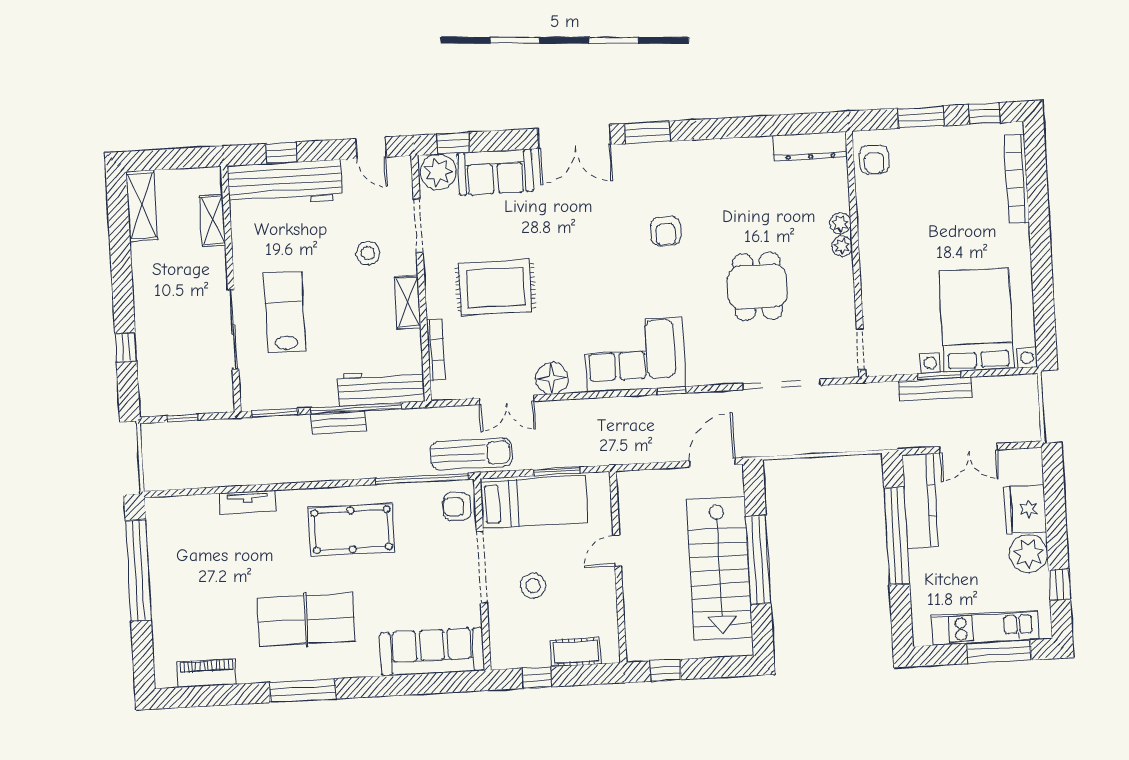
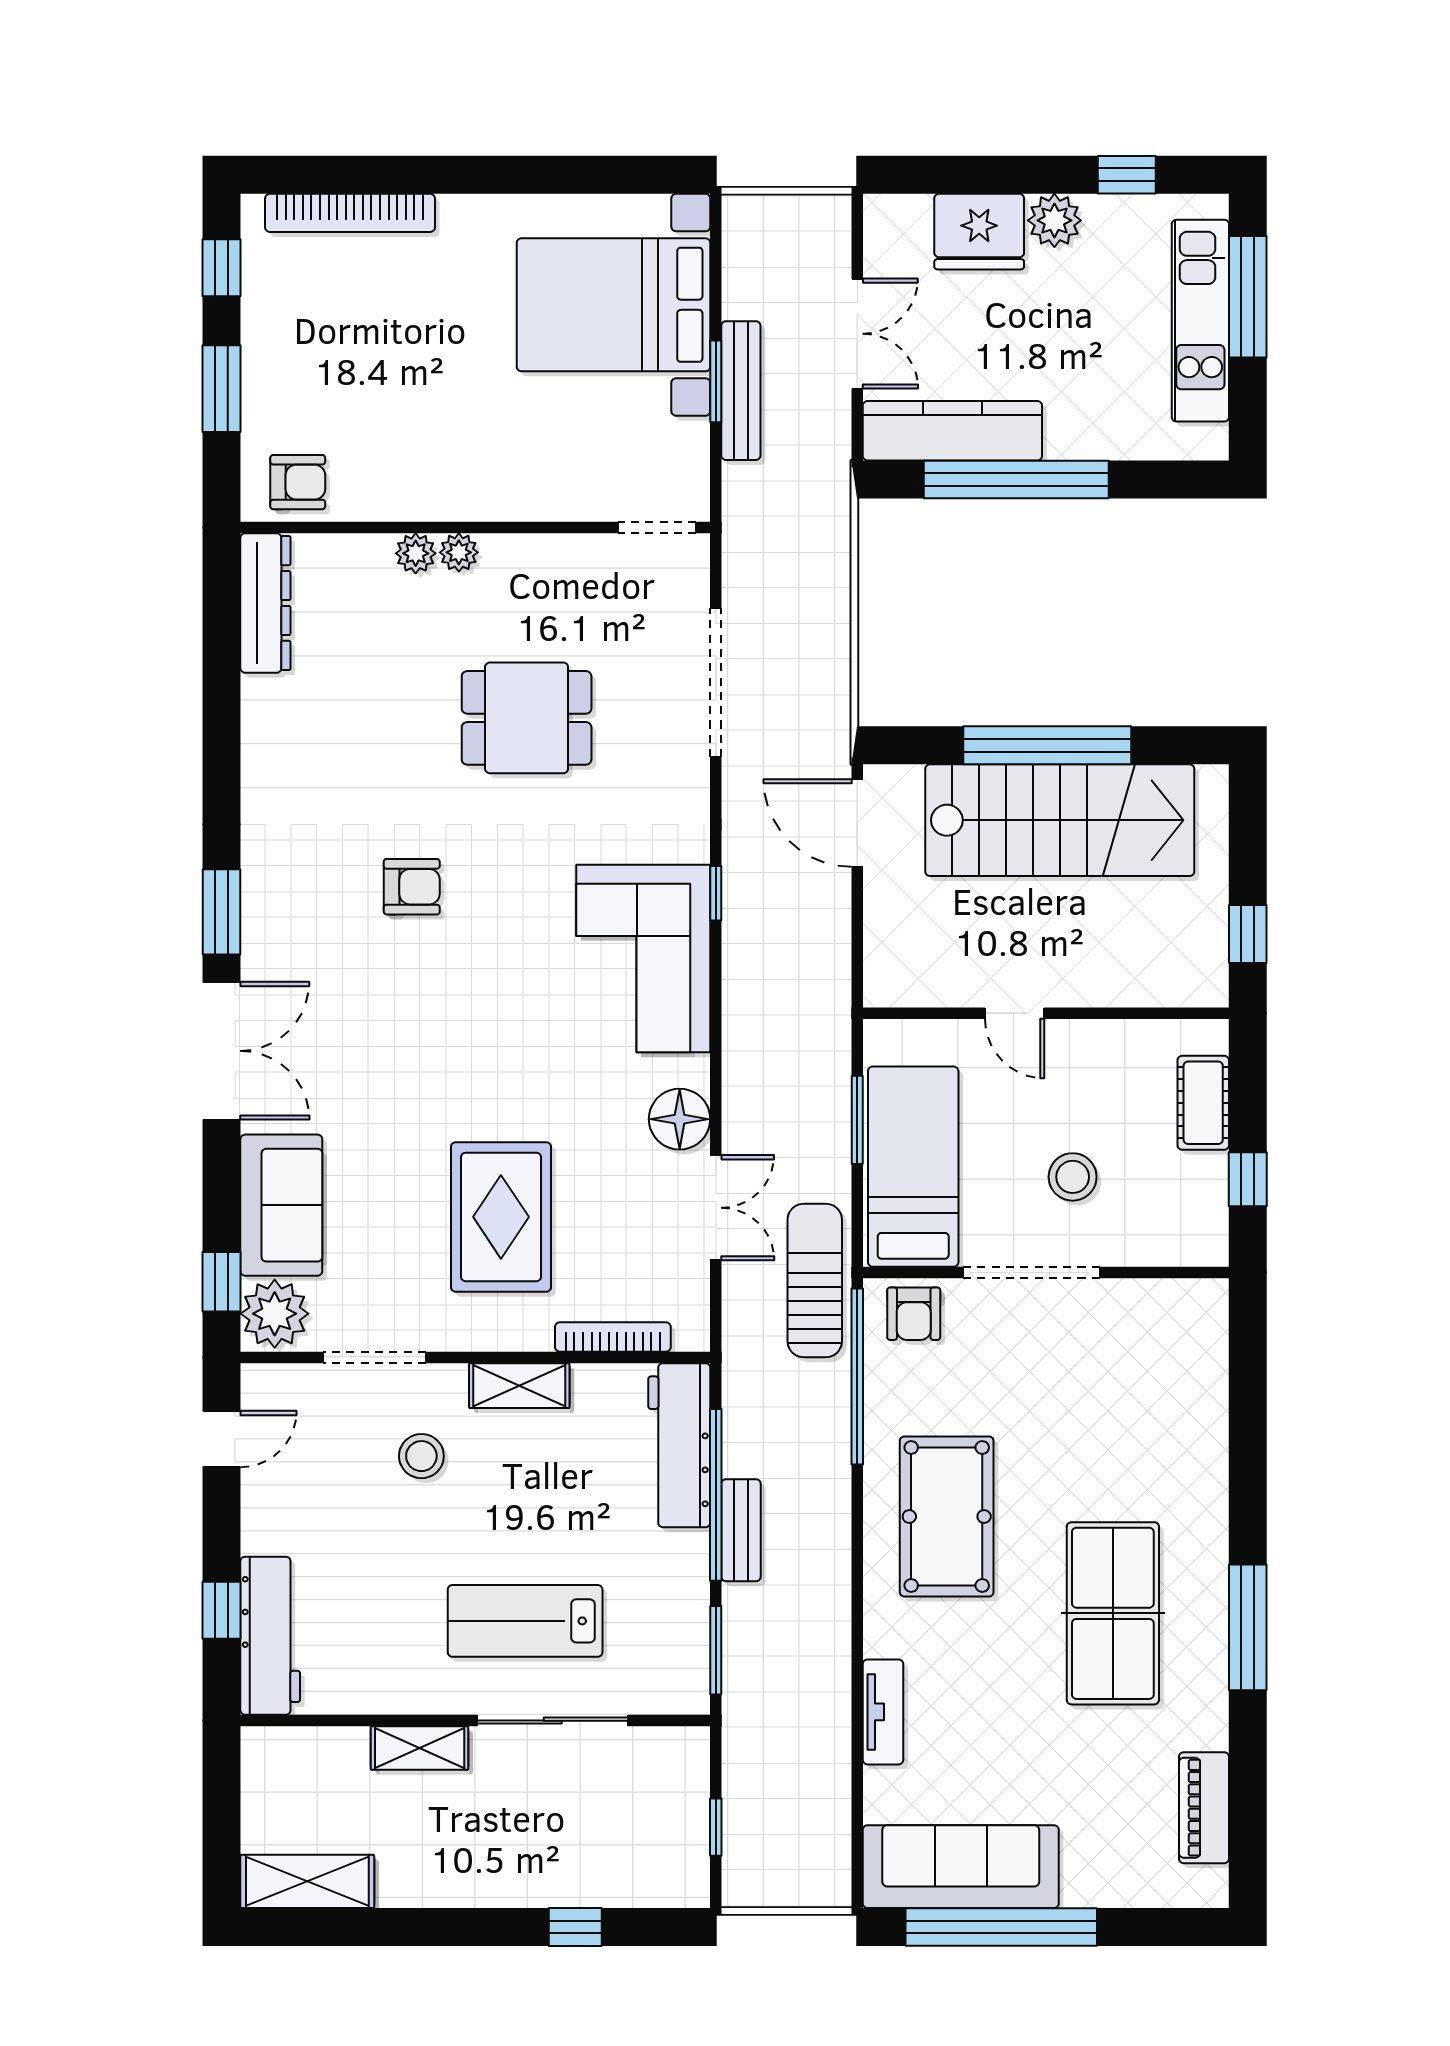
workbench: (285, 183) -> (270, 1636), width x0.73, depth x0.76
shelving: (213, 221) -> (420, 1748), moved
plant: (1029, 554) -> (1054, 220), width x0.73, depth x0.73
sofa: (432, 652) -> (961, 1867), moved, turned 90

